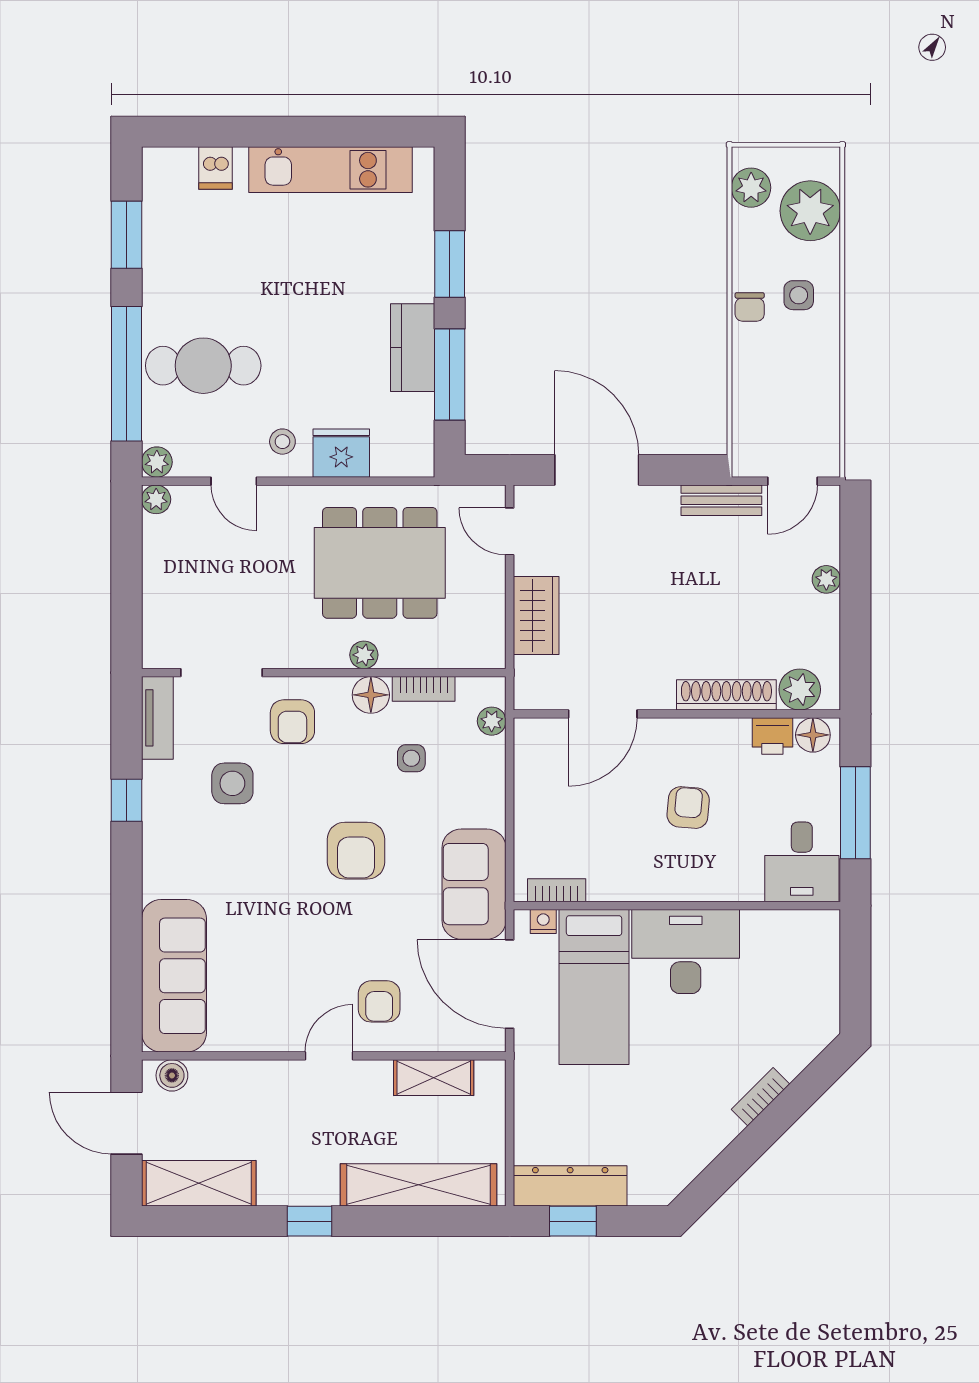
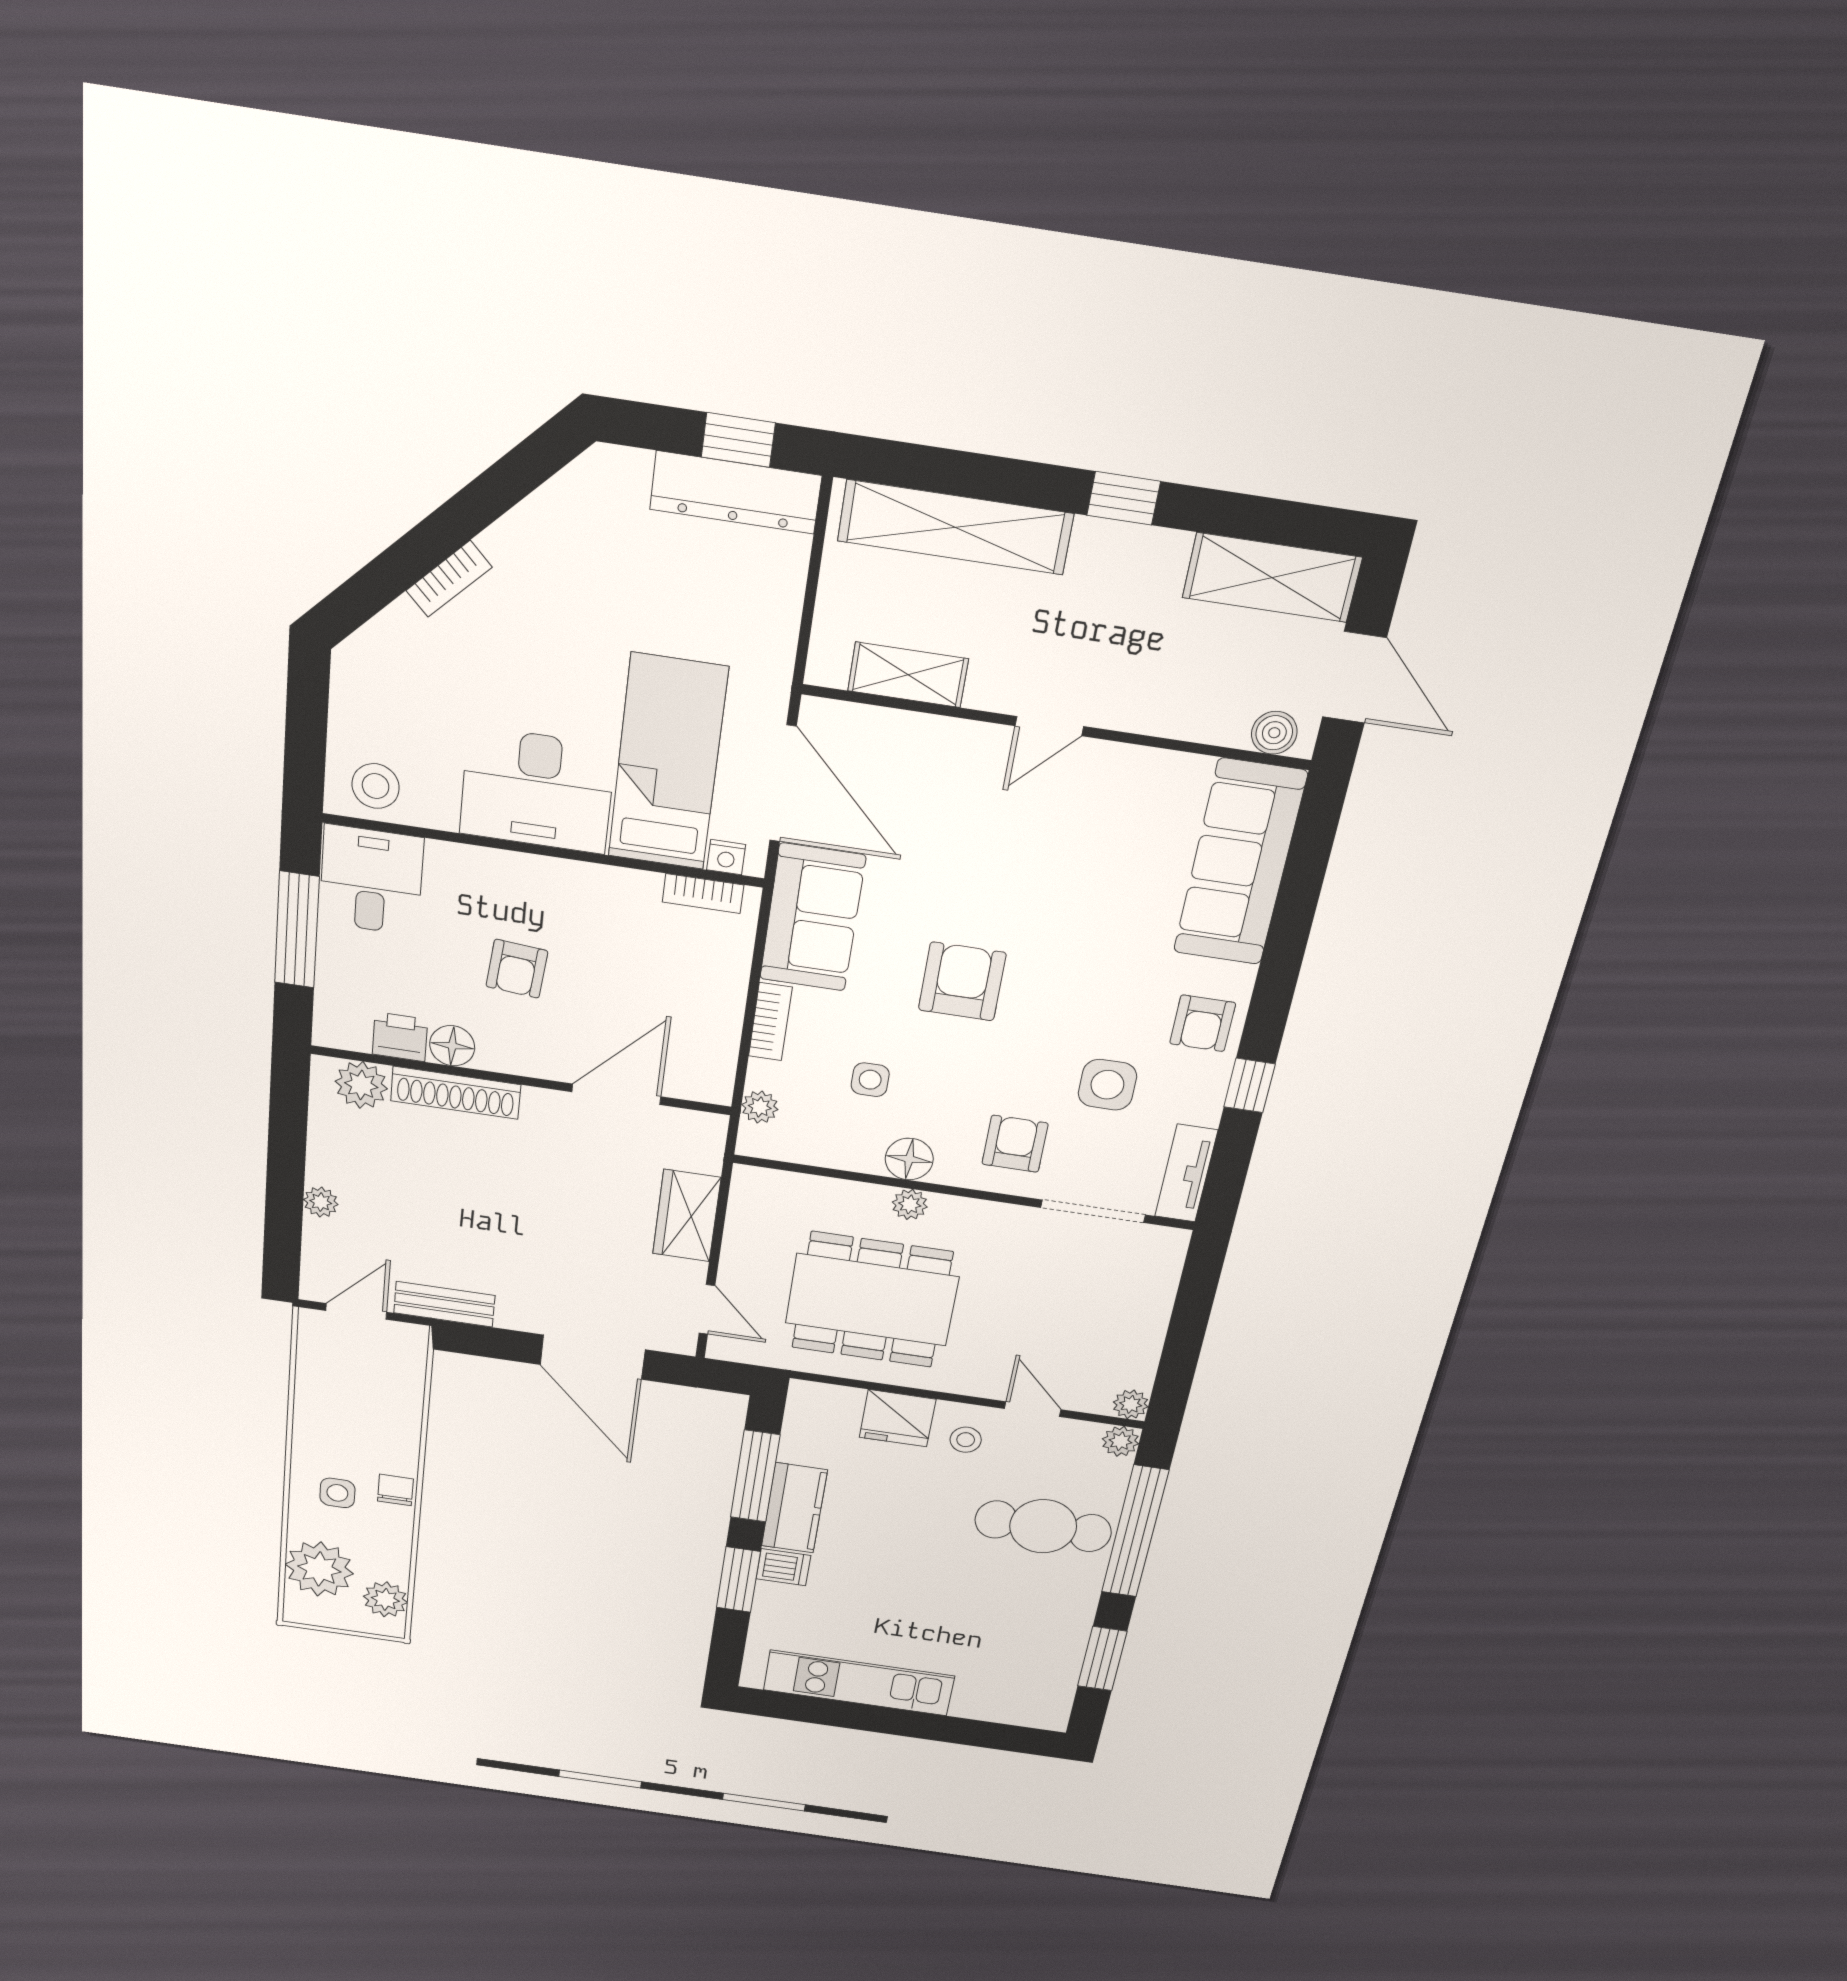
dishwasher: (215, 168) -> (783, 1567), moved, turned 90
bookcase: (424, 689) -> (770, 1022), moved, turned 90
floor lamp: (813, 735) -> (452, 1046), moved
stool: (803, 936) -> (376, 786), added
armchair: (379, 1001) -> (1203, 1023), moved, turned 180

